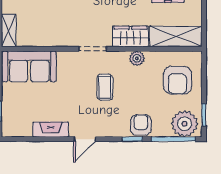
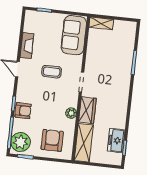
armchair: (177, 80) -> (52, 140), turned 90
coffee table: (105, 87) -> (52, 72), moved

